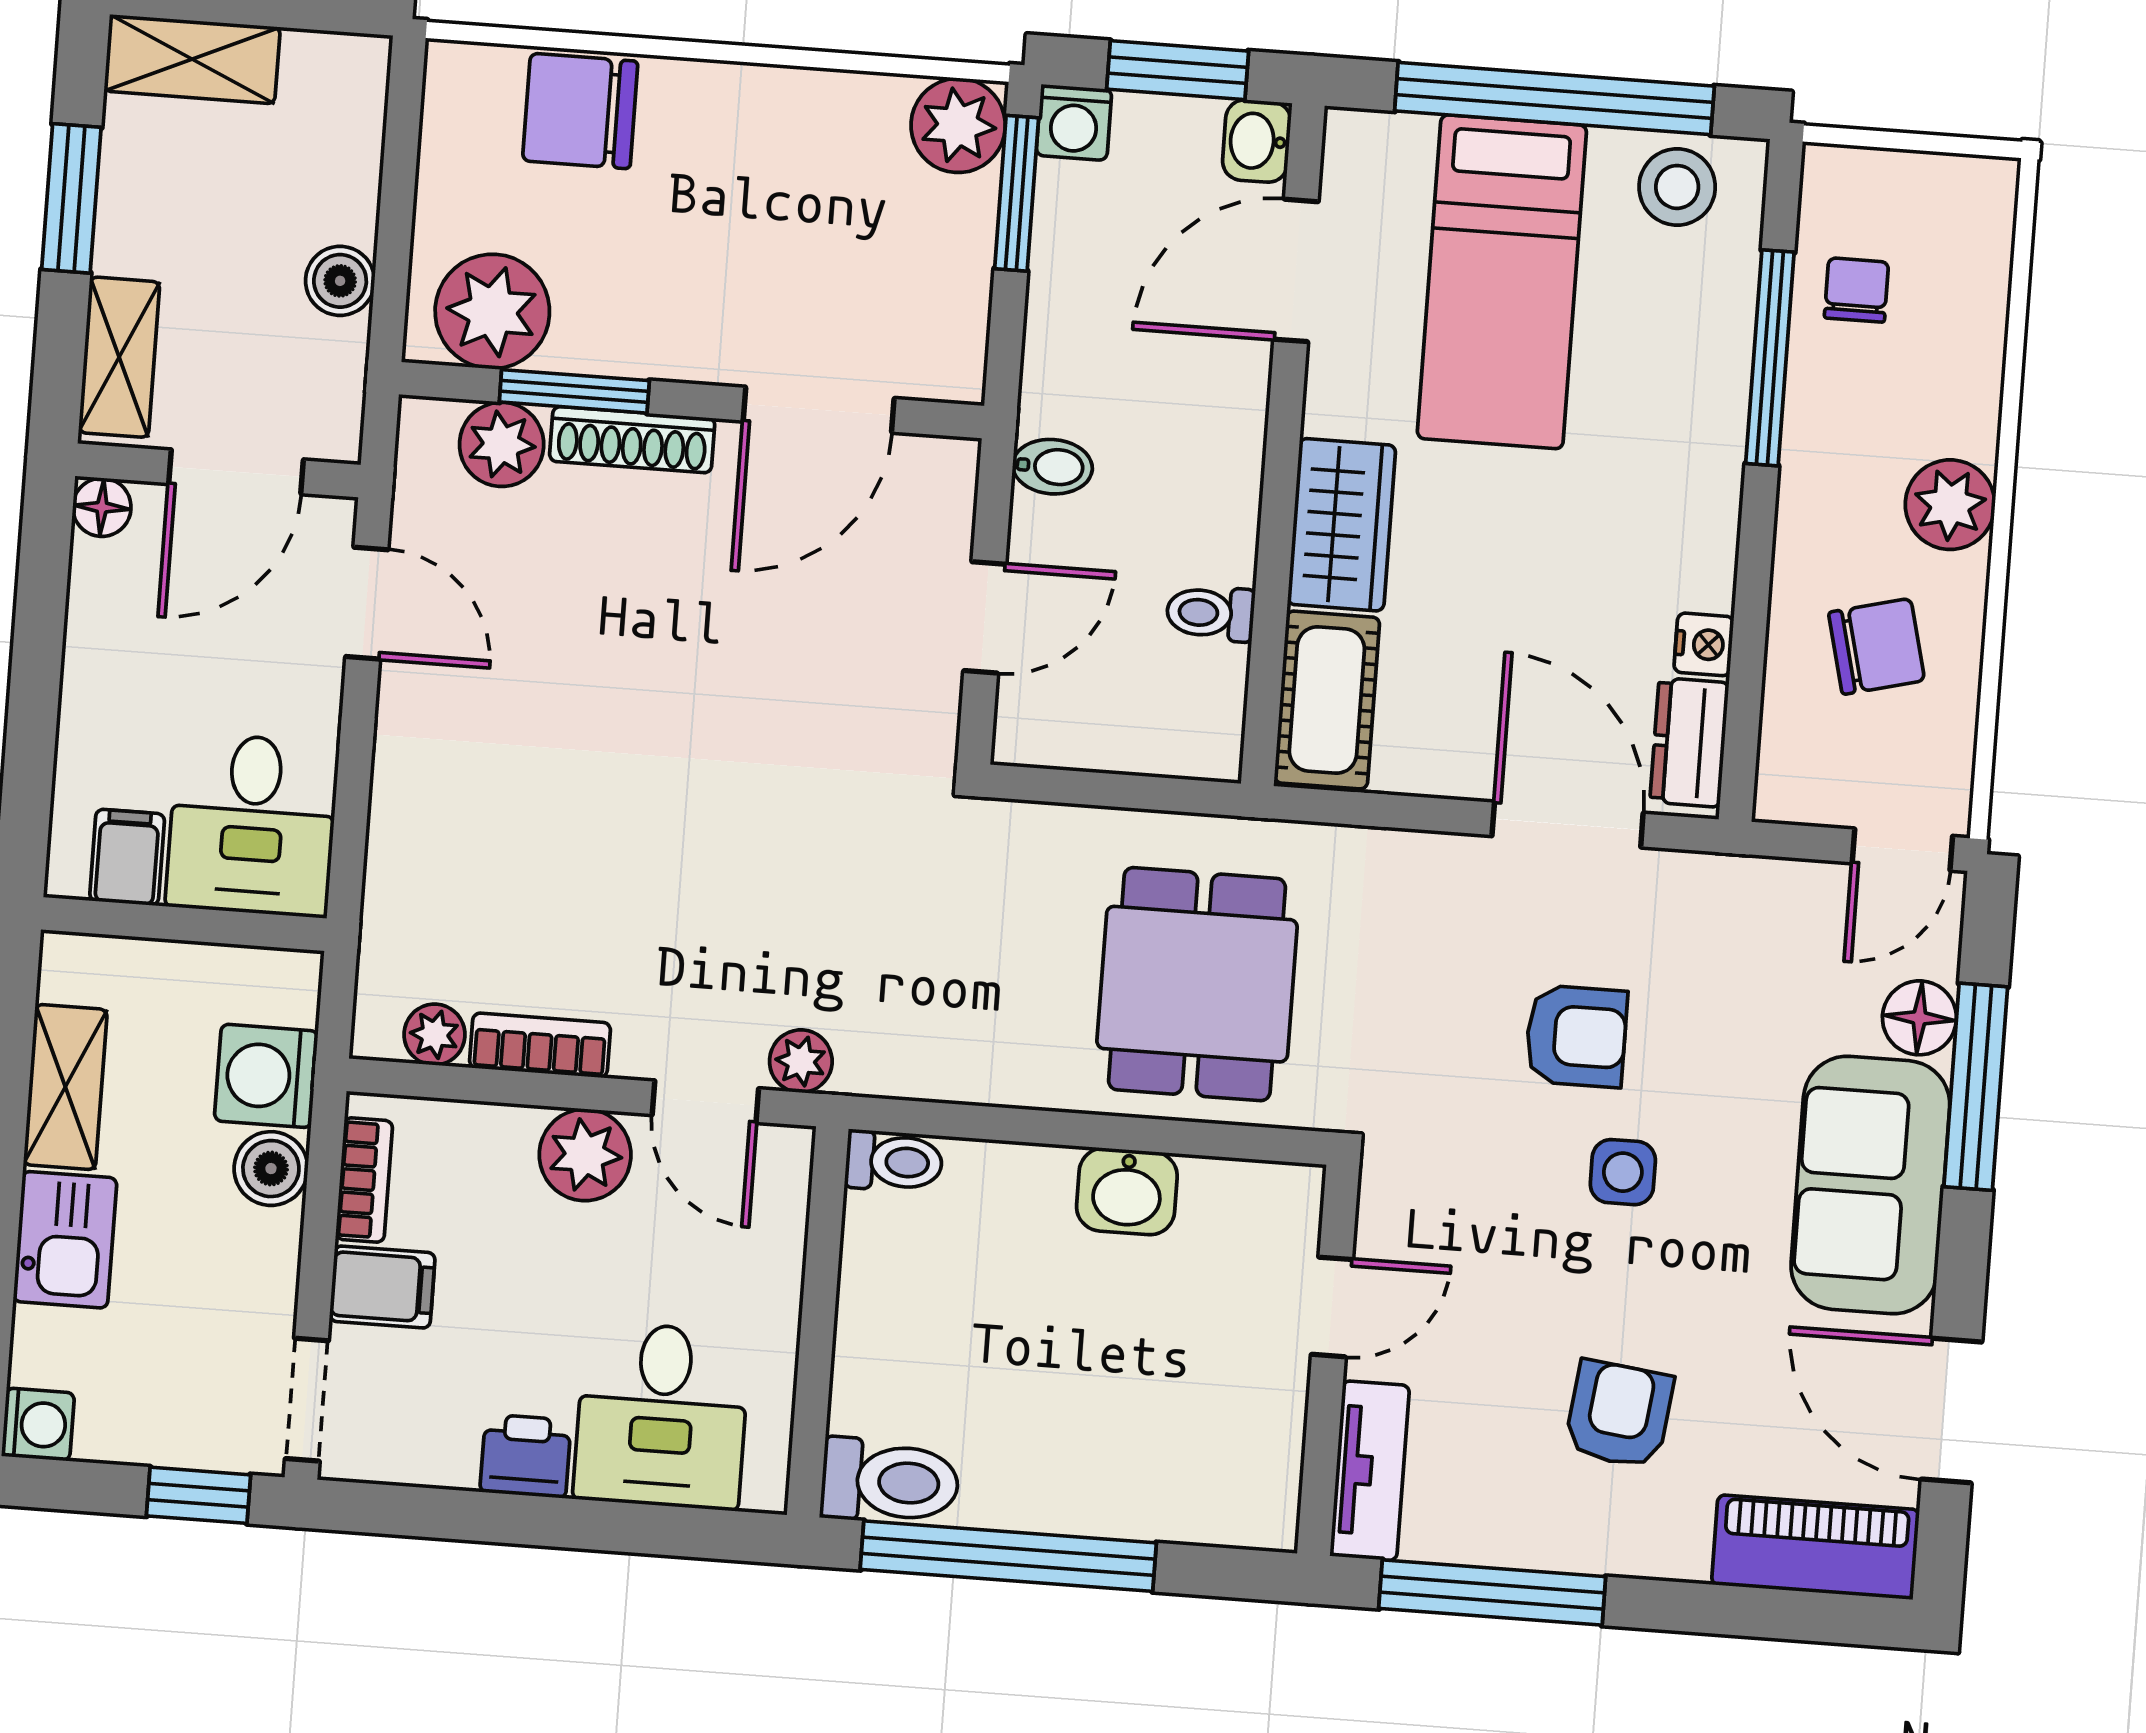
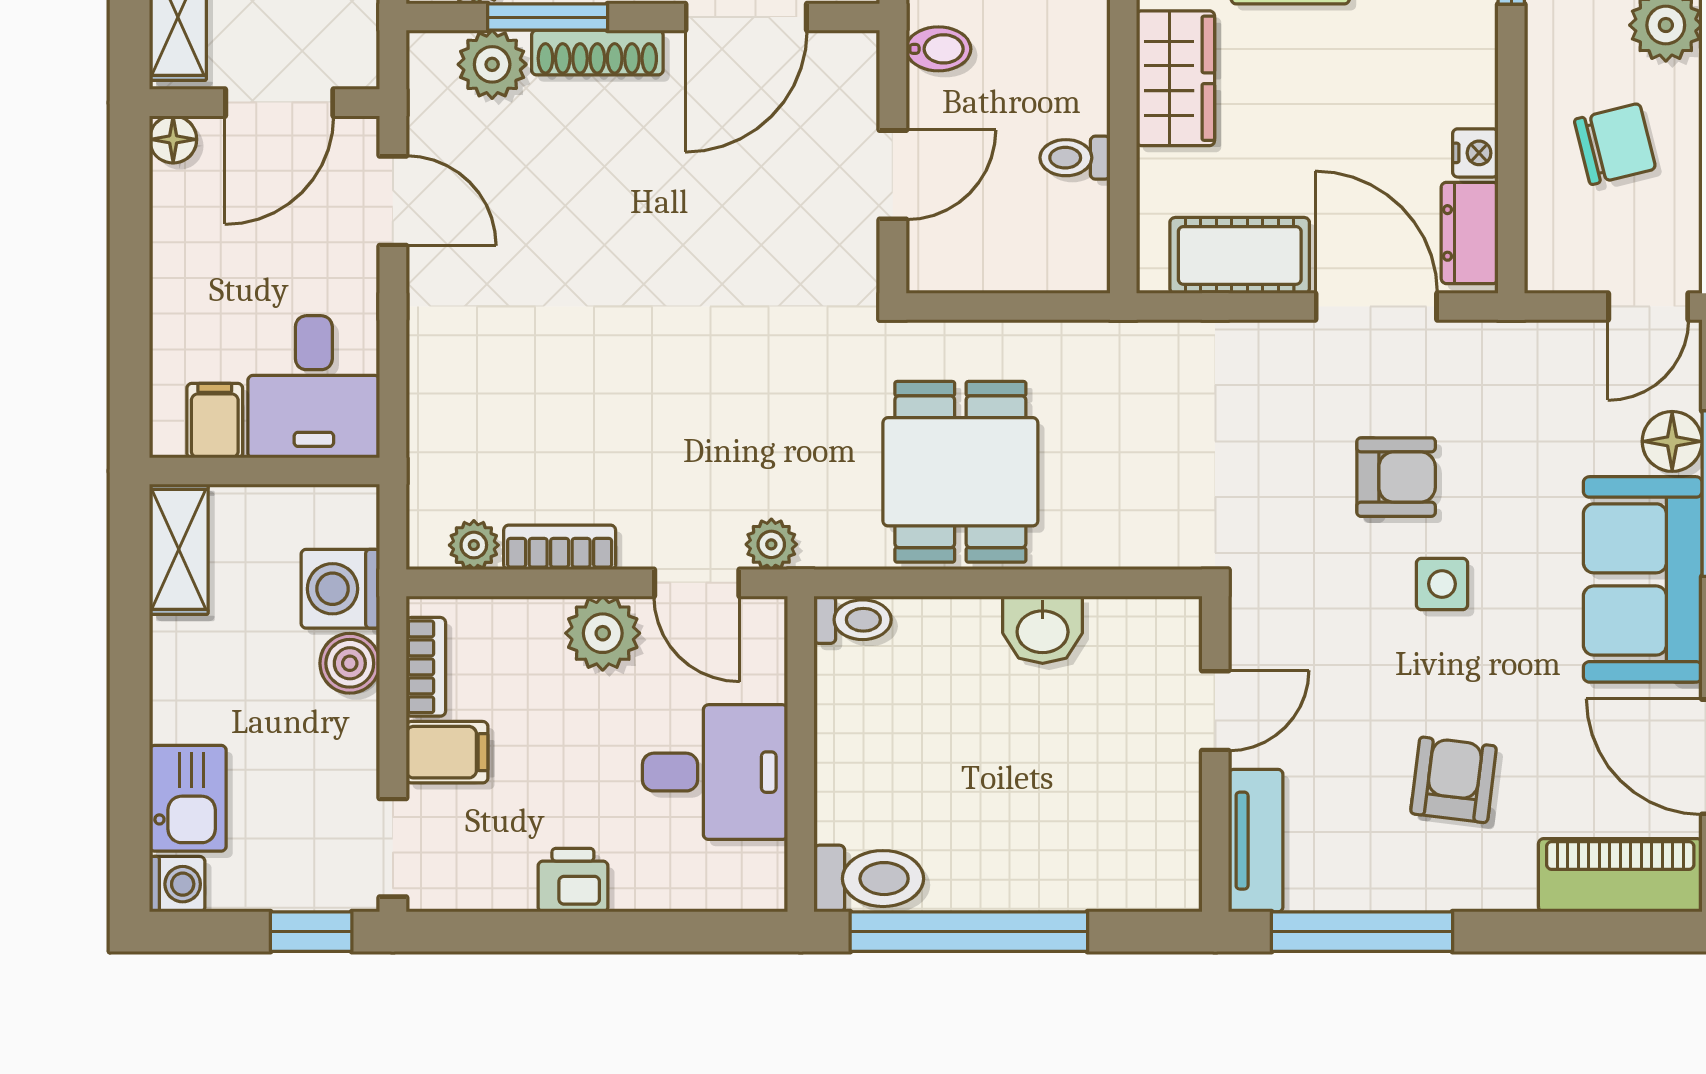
cot: (1327, 700) -> (1240, 255), moved, turned 90
dining table: (1197, 984) -> (960, 472), moved
shelving: (65, 1087) -> (179, 549), moved
kitchen sink: (65, 1240) -> (188, 798), moved
desk: (662, 1416) -> (715, 772), moved, turned -90

